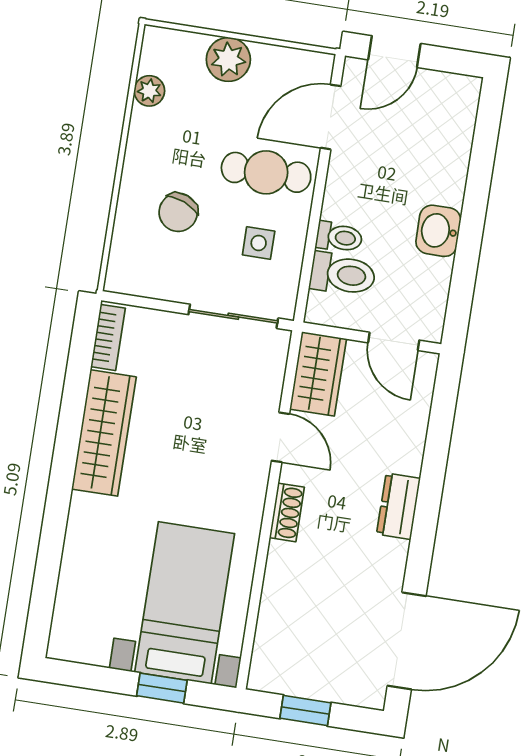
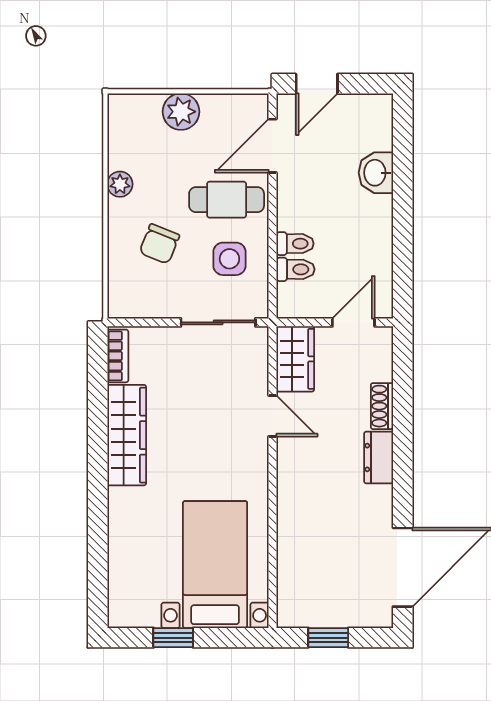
plant: (149, 91) -> (120, 184), moved
washbasin: (438, 231) -> (376, 173), moved
side table: (259, 243) -> (229, 259), width x1.37, depth x1.37
toilet: (343, 274) -> (295, 269), width x0.73, depth x0.72
door: (394, 341) -> (353, 322), swing flipped
shoe rack: (287, 512) -> (382, 406), moved, turned 180
window: (162, 688) -> (173, 638), moved

